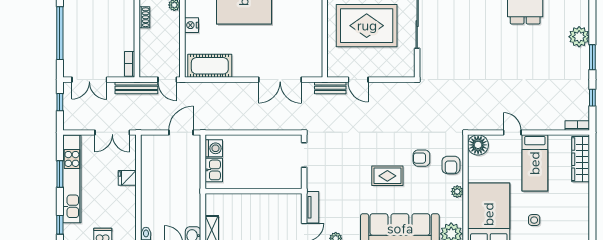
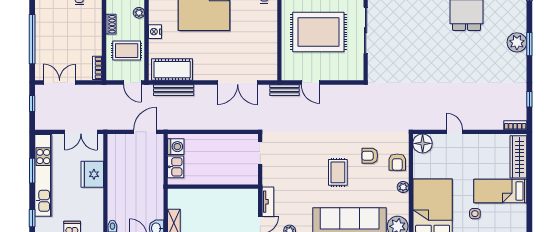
rug: (161, 45) -> (127, 51), added
window: (592, 57) -> (529, 44), moved
double door: (89, 80) -> (60, 83), swing flipped
bench: (136, 88) -> (174, 90), moved
bed: (535, 163) -> (500, 191), moved, turned 90
rug: (387, 176) -> (338, 172), turned 90
fridge: (127, 178) -> (92, 174), width x1.88, depth x1.34

